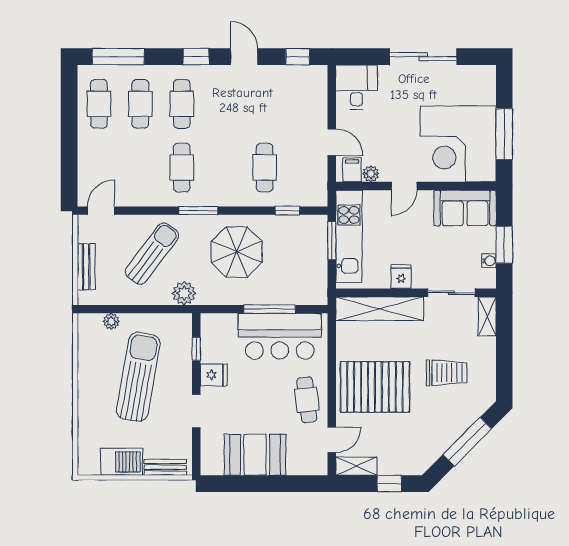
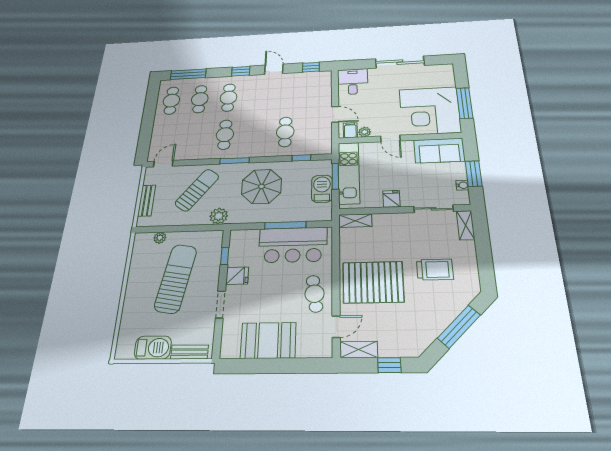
door: (404, 186) -> (390, 138), hinge flipped
barbecue: (315, 259) -> (322, 189), added
shelving: (380, 309) -> (355, 221), width x0.45, depth x0.75

